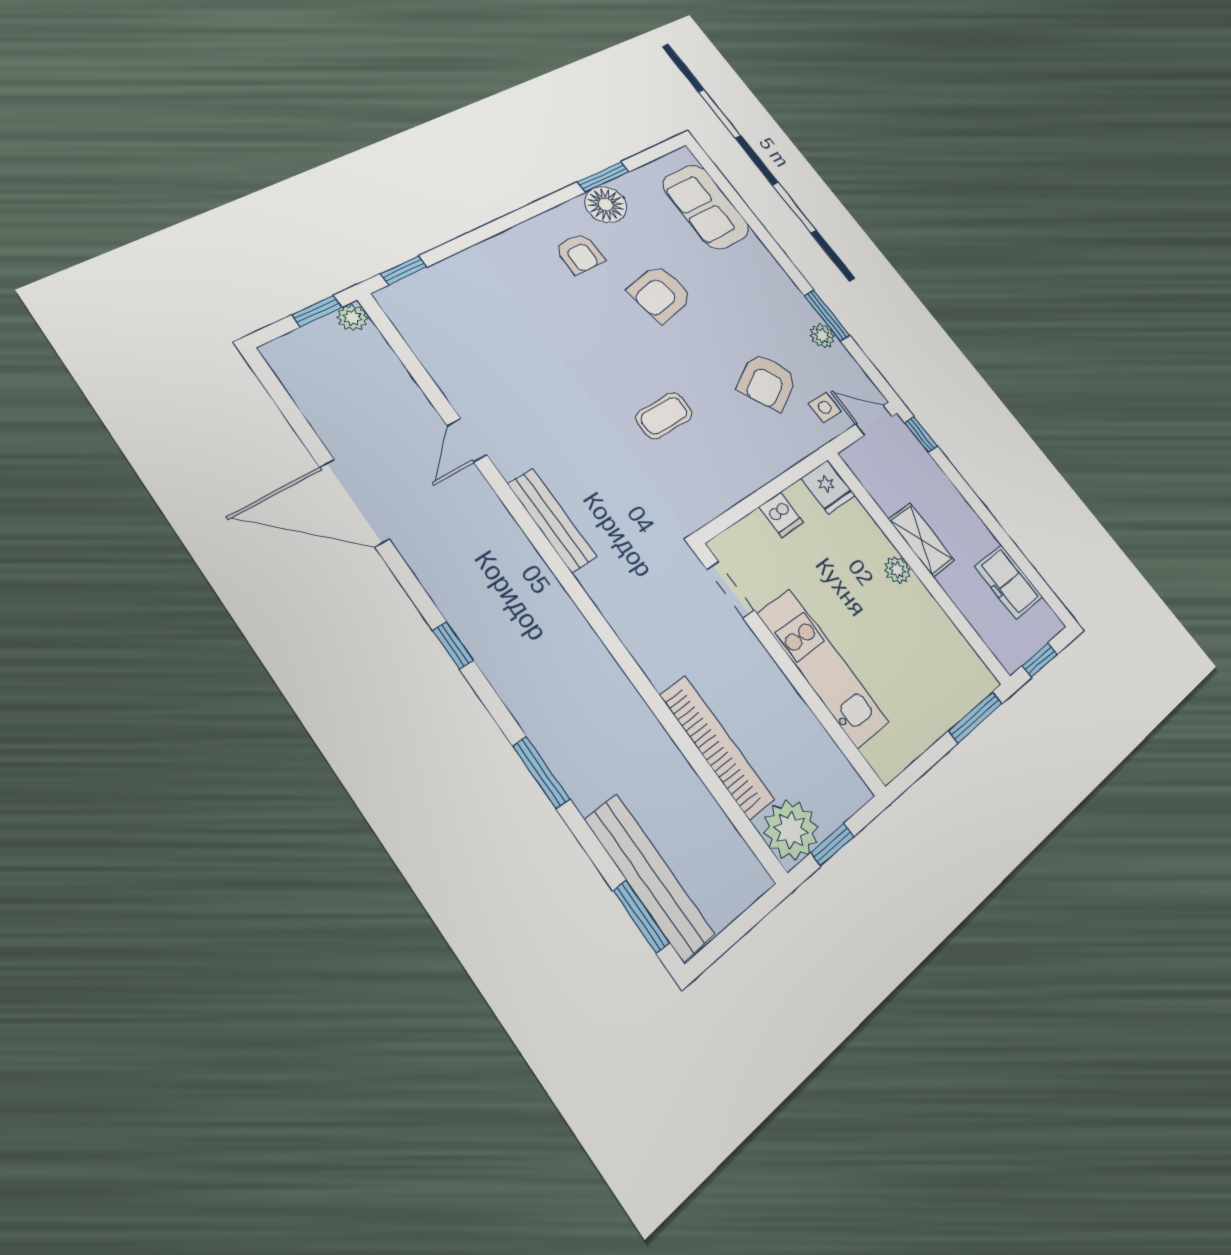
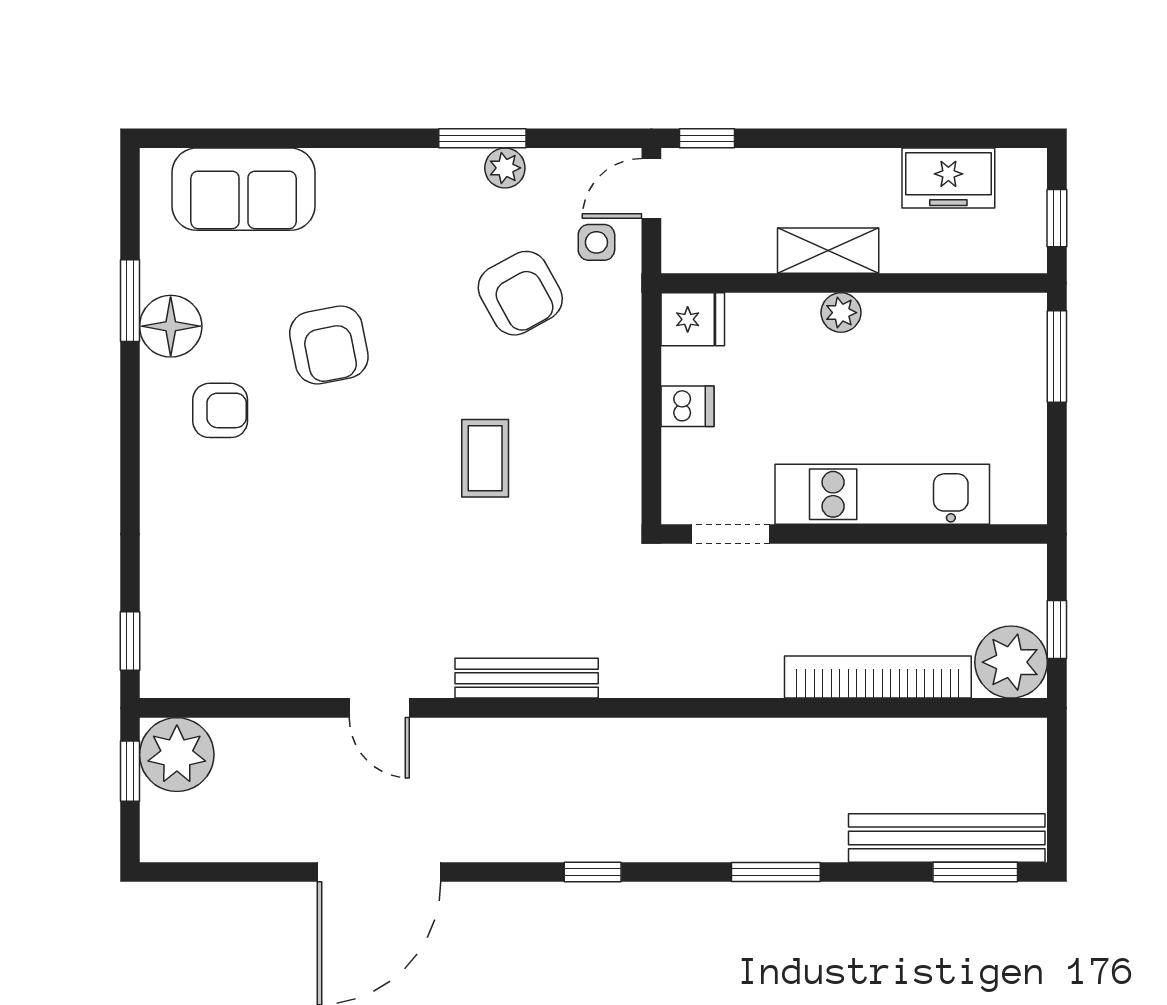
plant: (352, 318) -> (177, 755), width x1.87, depth x1.87

